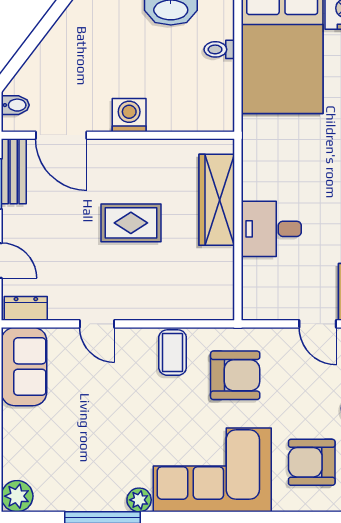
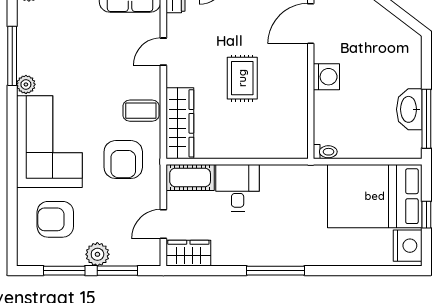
toilet: (219, 49) -> (325, 152), moved, turned 90
wardrobe: (217, 200) -> (180, 123), moved, turned 90
cot: (258, 290) -> (190, 177), added
armchair: (312, 462) -> (55, 219), turned -90

